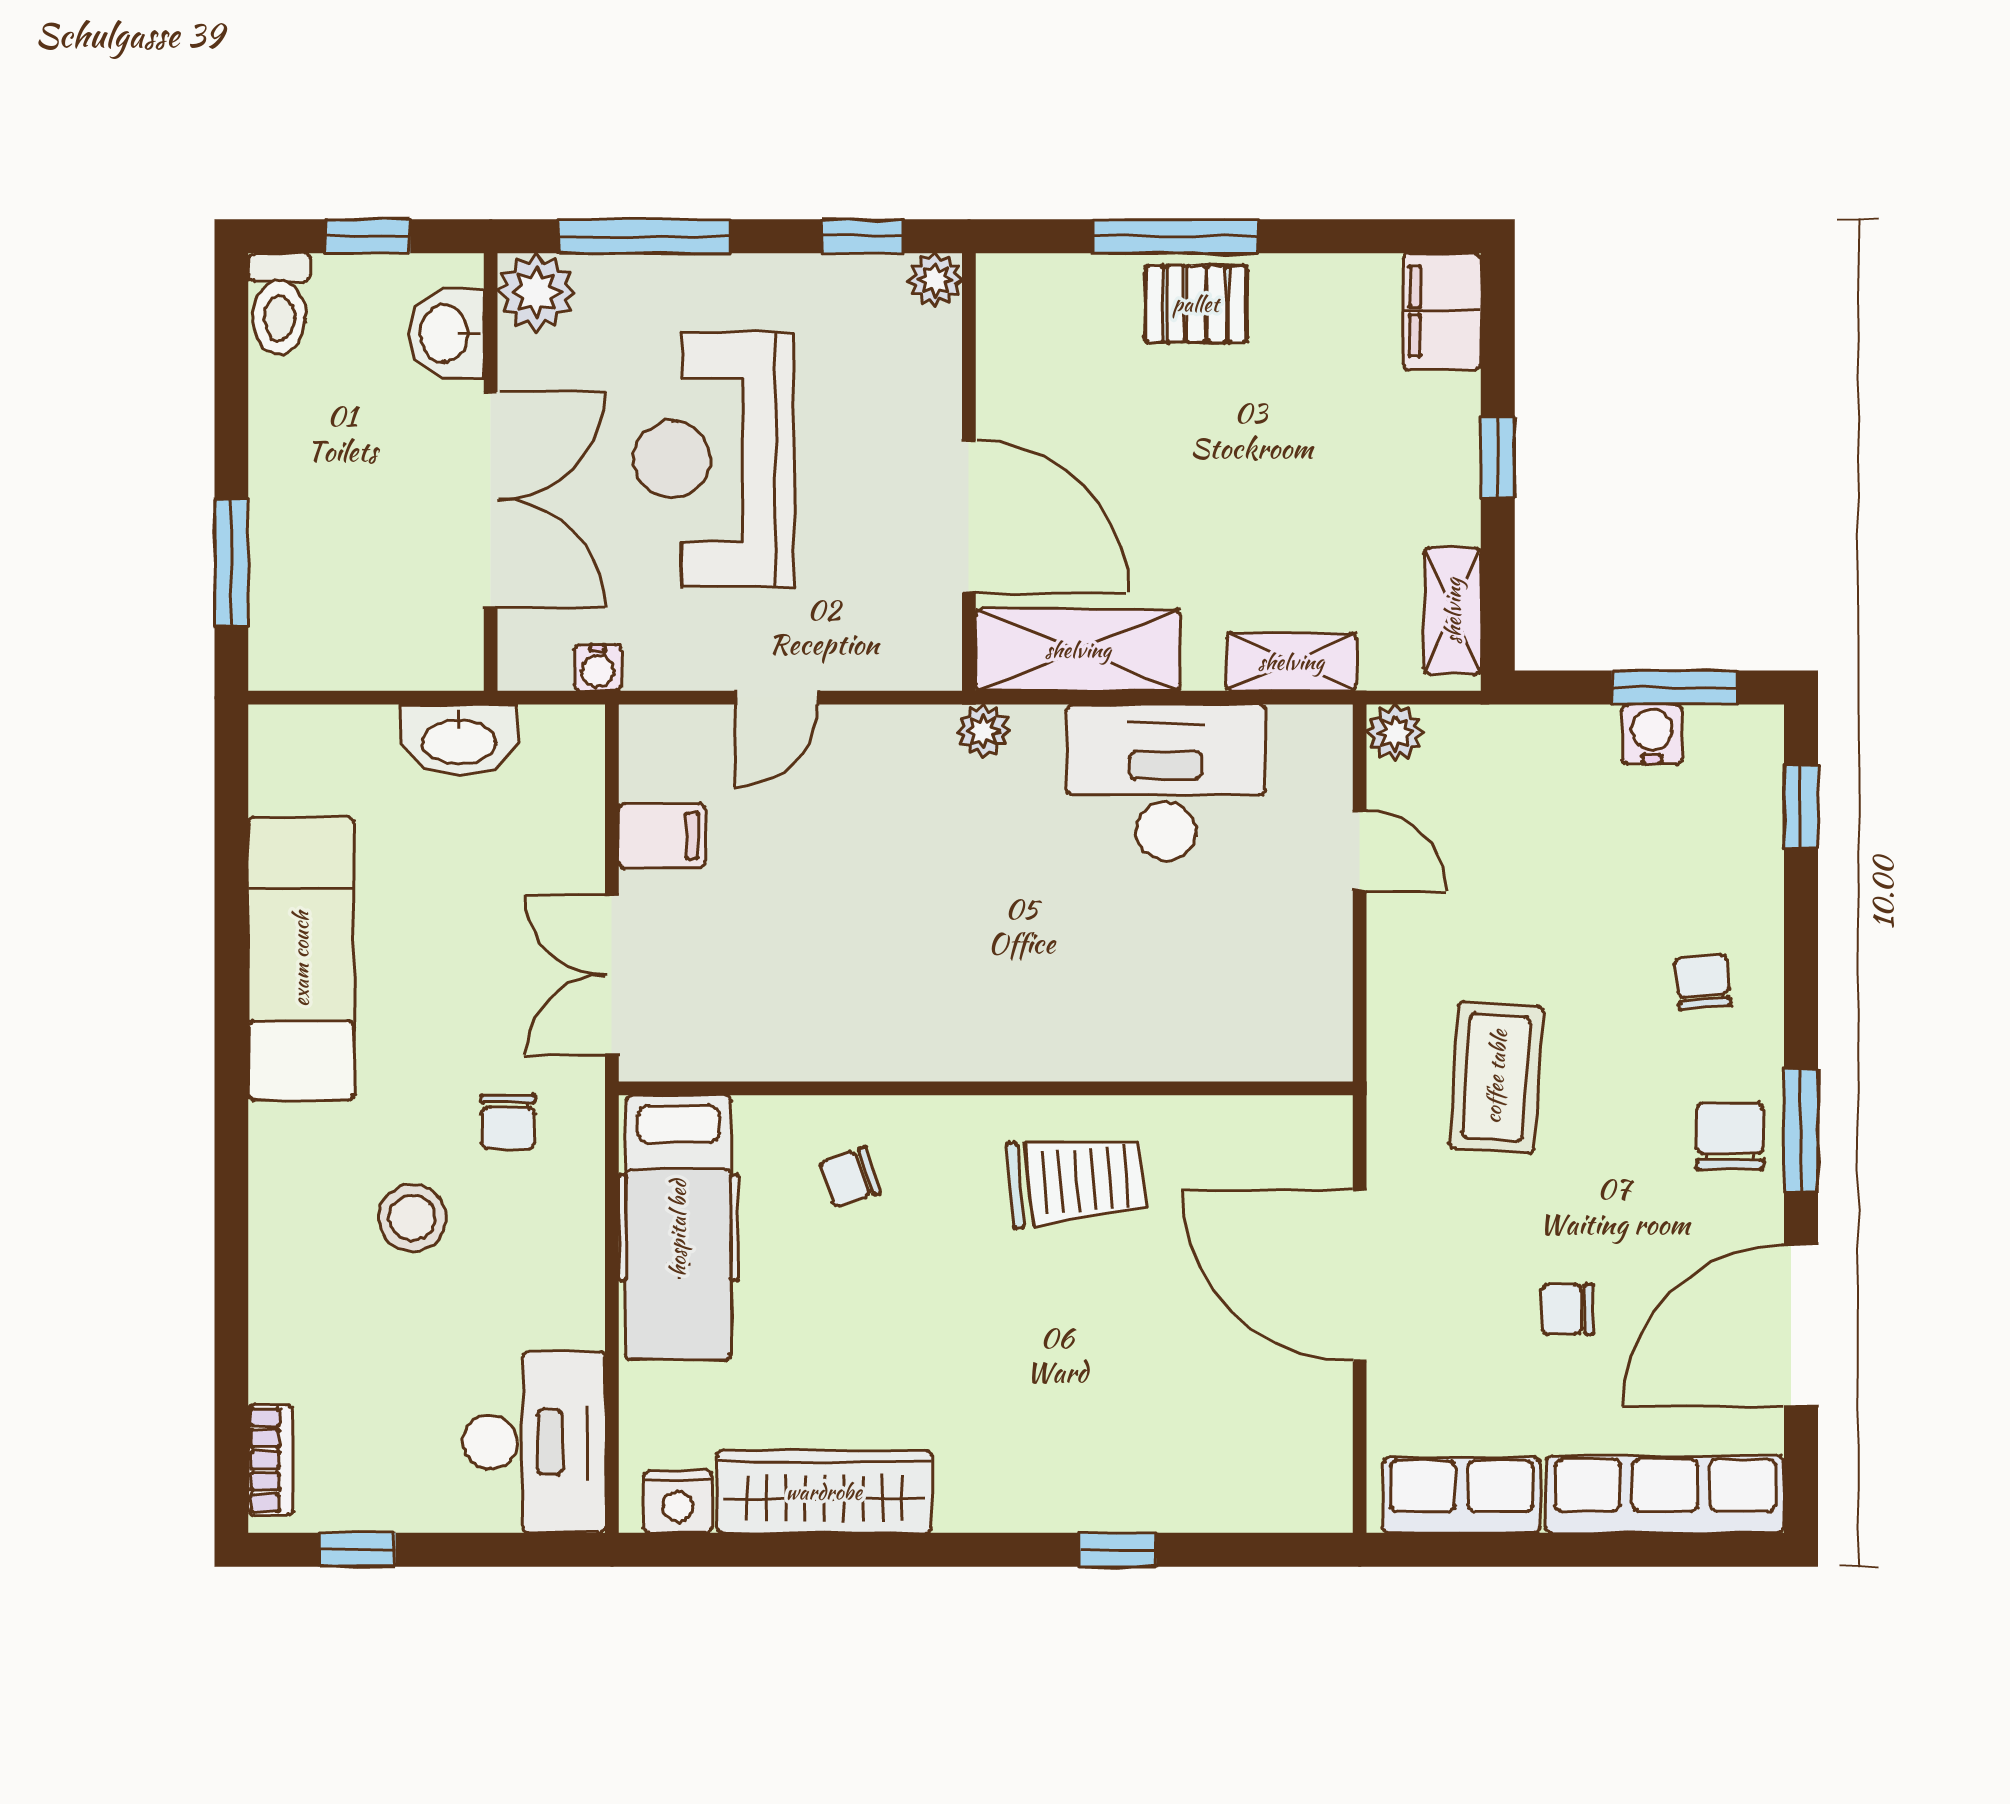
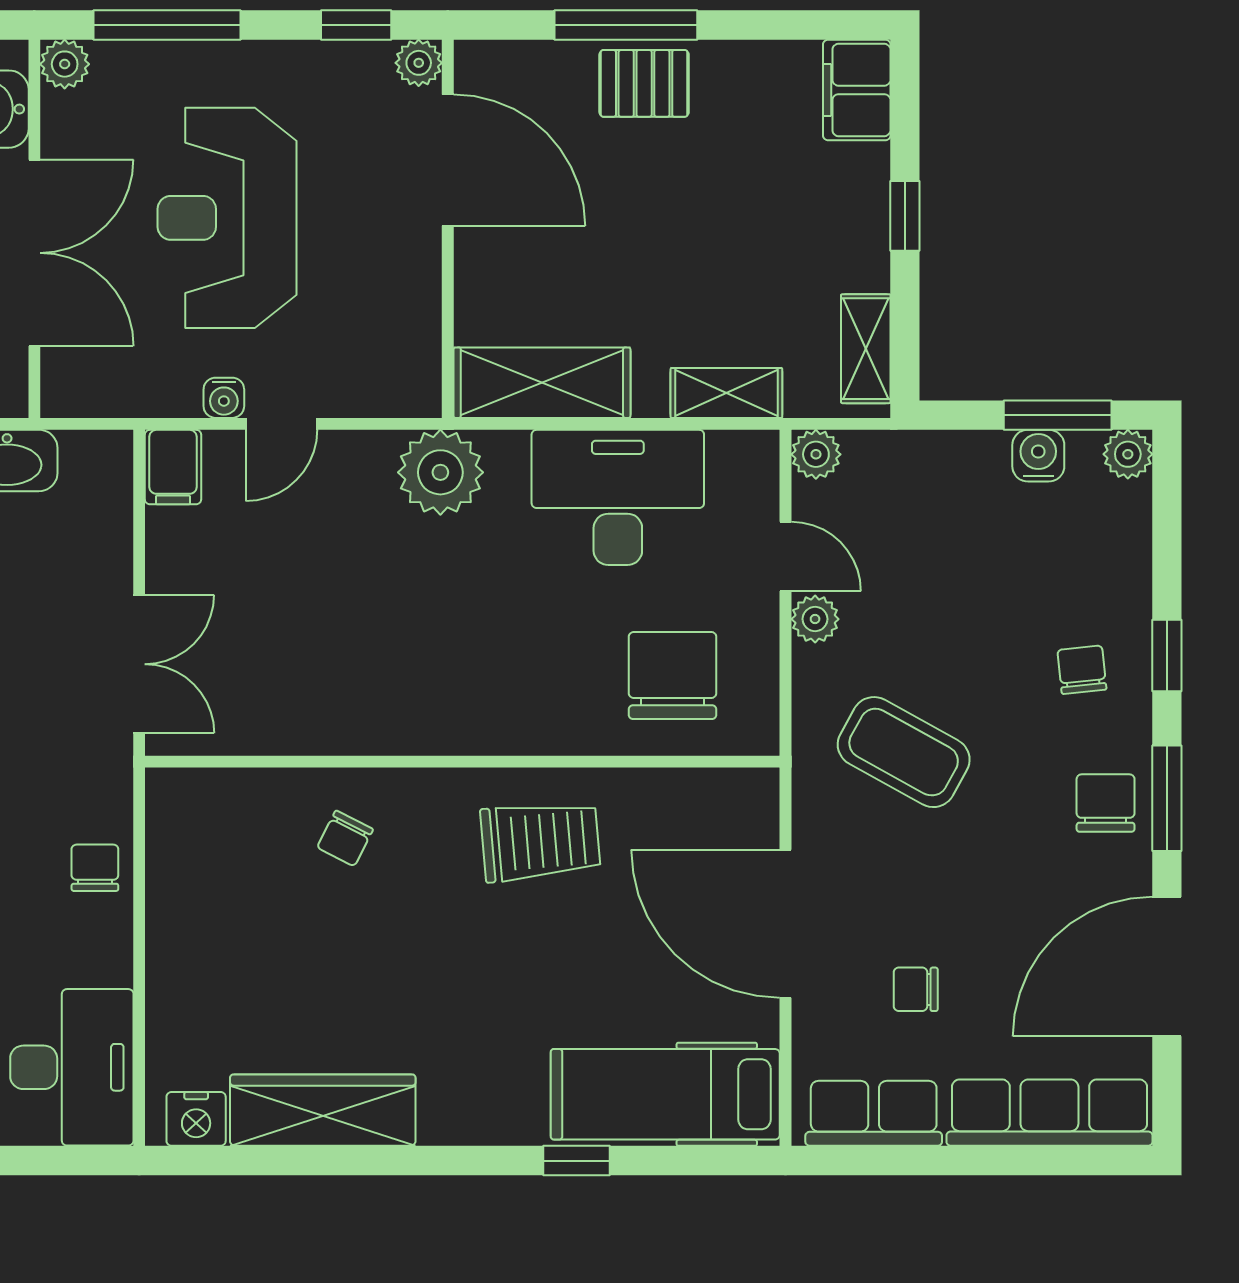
plant: (536, 292) -> (65, 64), width x0.73, depth x0.73
door: (969, 517) -> (448, 160), moved
water cooler: (598, 668) -> (224, 398), moved
plant: (983, 731) -> (440, 472), width x1.88, depth x1.88
plant: (1756, 733) -> (1128, 454), added
window: (1801, 807) -> (1167, 655), moved
filing cabinet: (662, 836) -> (173, 467), moved, turned 90
plant: (1394, 923) -> (815, 619), added
double door: (612, 975) -> (139, 664), swing flipped
chair: (1229, 989) -> (673, 675), added
coffee table: (1496, 1077) -> (904, 752), turned -65
chair: (508, 1122) -> (95, 868), moved, turned 180
chair: (850, 1177) -> (345, 838), turned -45
hospital bed: (678, 1228) -> (665, 1094), moved, turned 90
chair: (1568, 1309) -> (916, 989), moved

